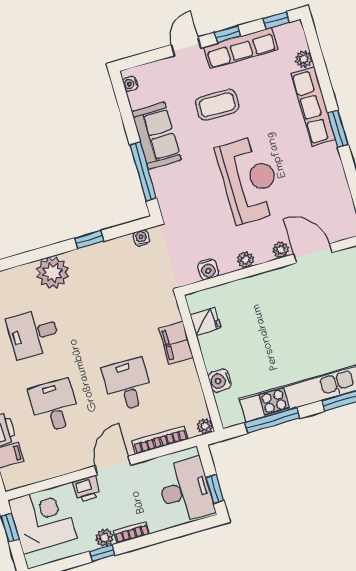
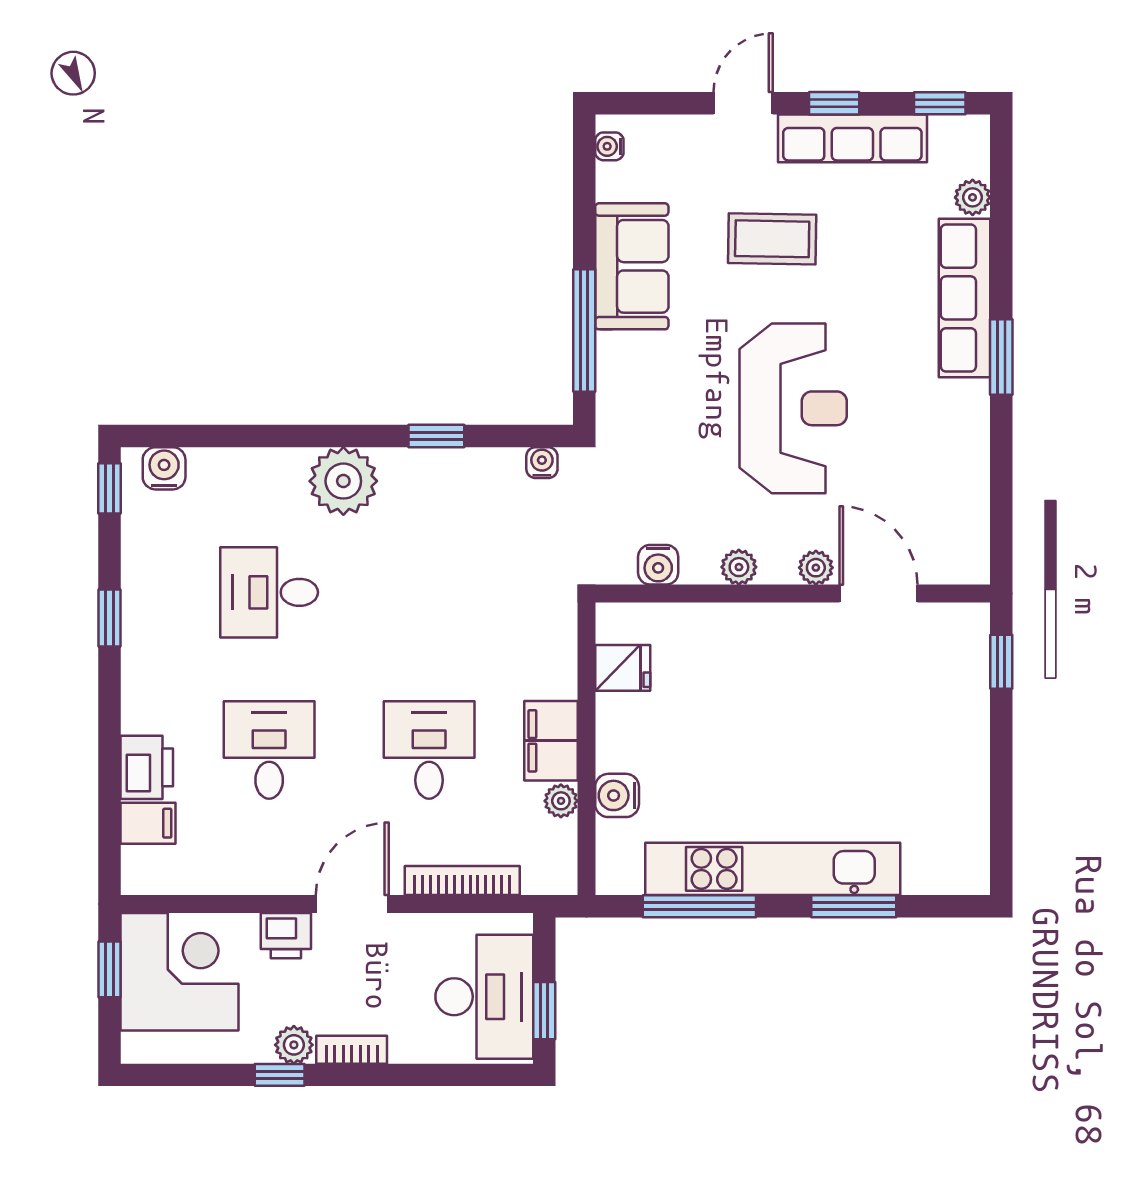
filing cabinet: (176, 343) -> (551, 741), moved
plant: (205, 426) -> (561, 801), moved

